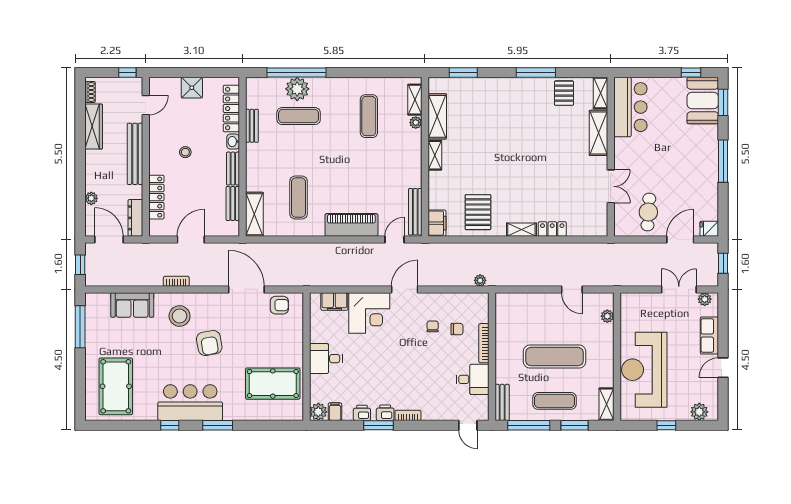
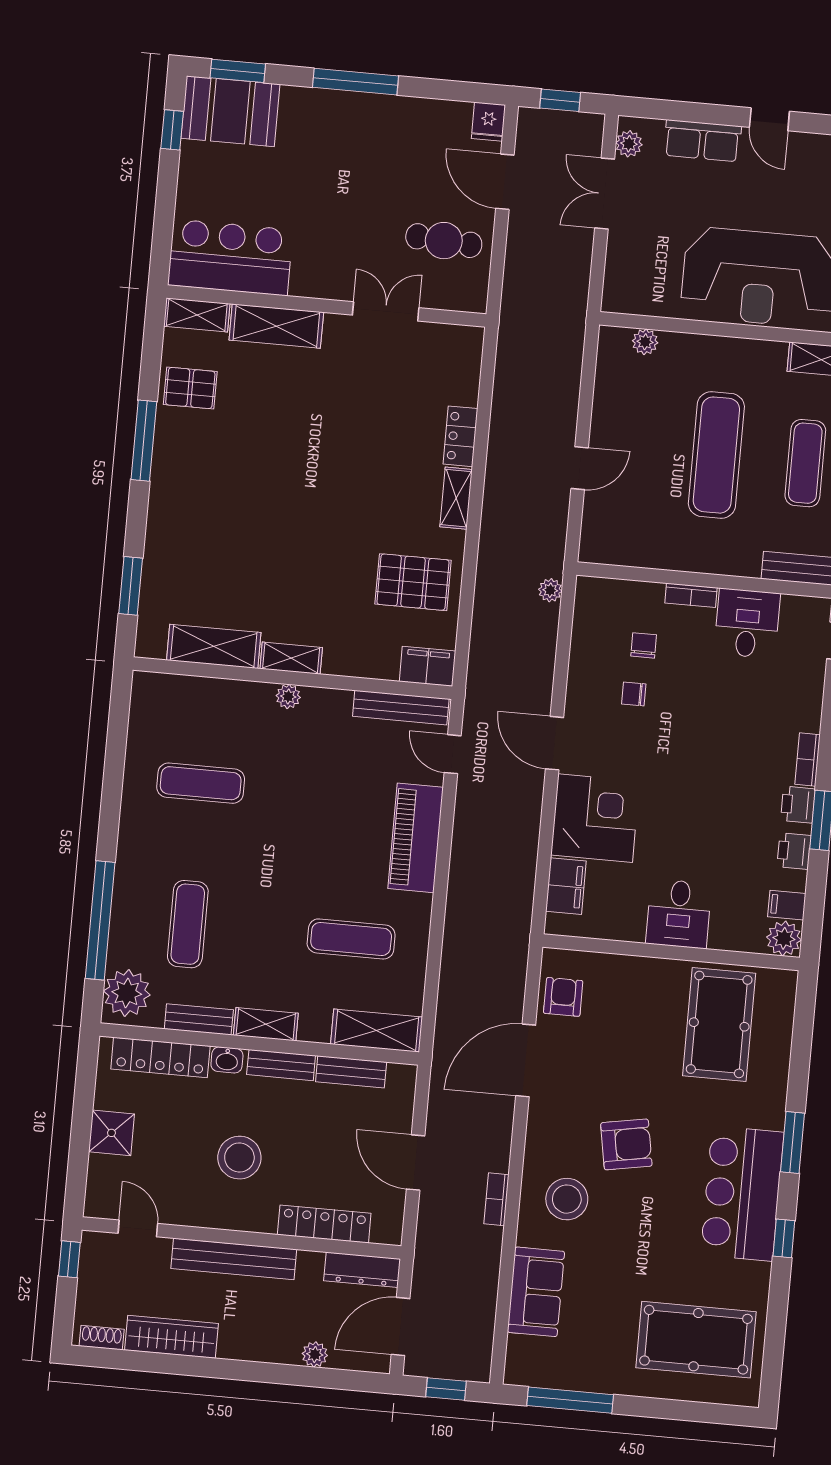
plant: (297, 89) -> (127, 993), moved
shelving: (415, 100) -> (266, 1024), moved
plant: (416, 123) -> (288, 696), moved
stool: (185, 152) -> (239, 1158), width x1.89, depth x1.89
door: (572, 289) -> (580, 468), moved
bookcase: (484, 343) -> (691, 595), width x0.64

